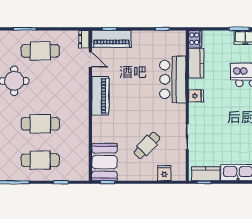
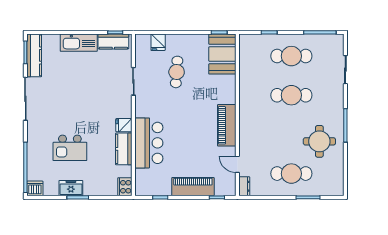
piano: (111, 39) -> (193, 187), moved
kitchen counter: (196, 63) -> (124, 149), moved
cafe table: (147, 145) -> (177, 72), turned -40

